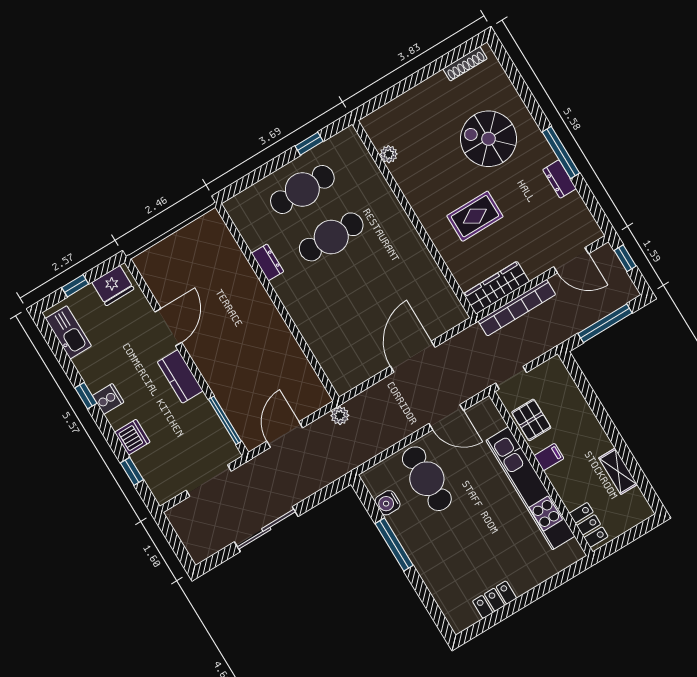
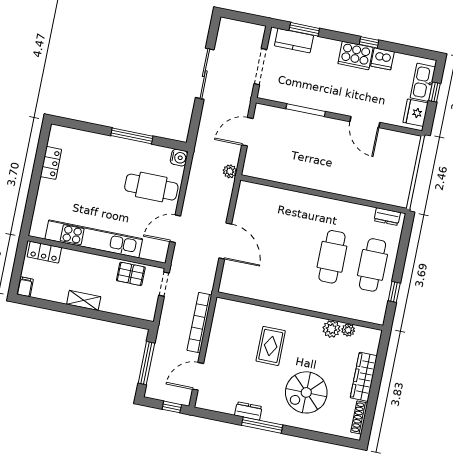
spiral stairs: (488, 139) -> (306, 392), turned 180
plant: (403, 172) -> (331, 329), added
dresser: (268, 262) -> (387, 217), moved
wardrobe: (496, 288) -> (364, 377), moved, turned 180
kitchen sink: (68, 332) -> (423, 82), moved, turned 90
kitchen counter: (180, 376) -> (294, 41), moved, turned 180
cooker: (108, 399) -> (355, 56), width x1.87, depth x1.31
window: (225, 420) -> (306, 110), moved
door: (285, 434) -> (247, 132), swing flipped
dishwasher: (132, 437) -> (382, 59), moved
filing cabinet: (549, 457) -> (25, 287), moved, turned 180
window: (132, 471) -> (304, 29), width x1.50
shelving: (618, 471) -> (84, 300), moved
water cooler: (388, 503) -> (179, 158), moved, turned 90

